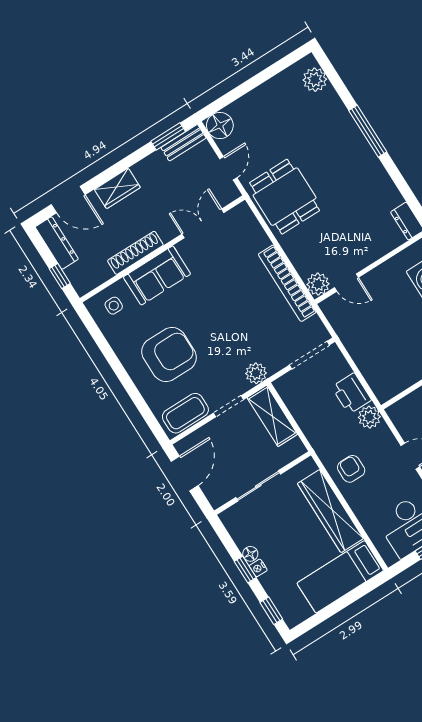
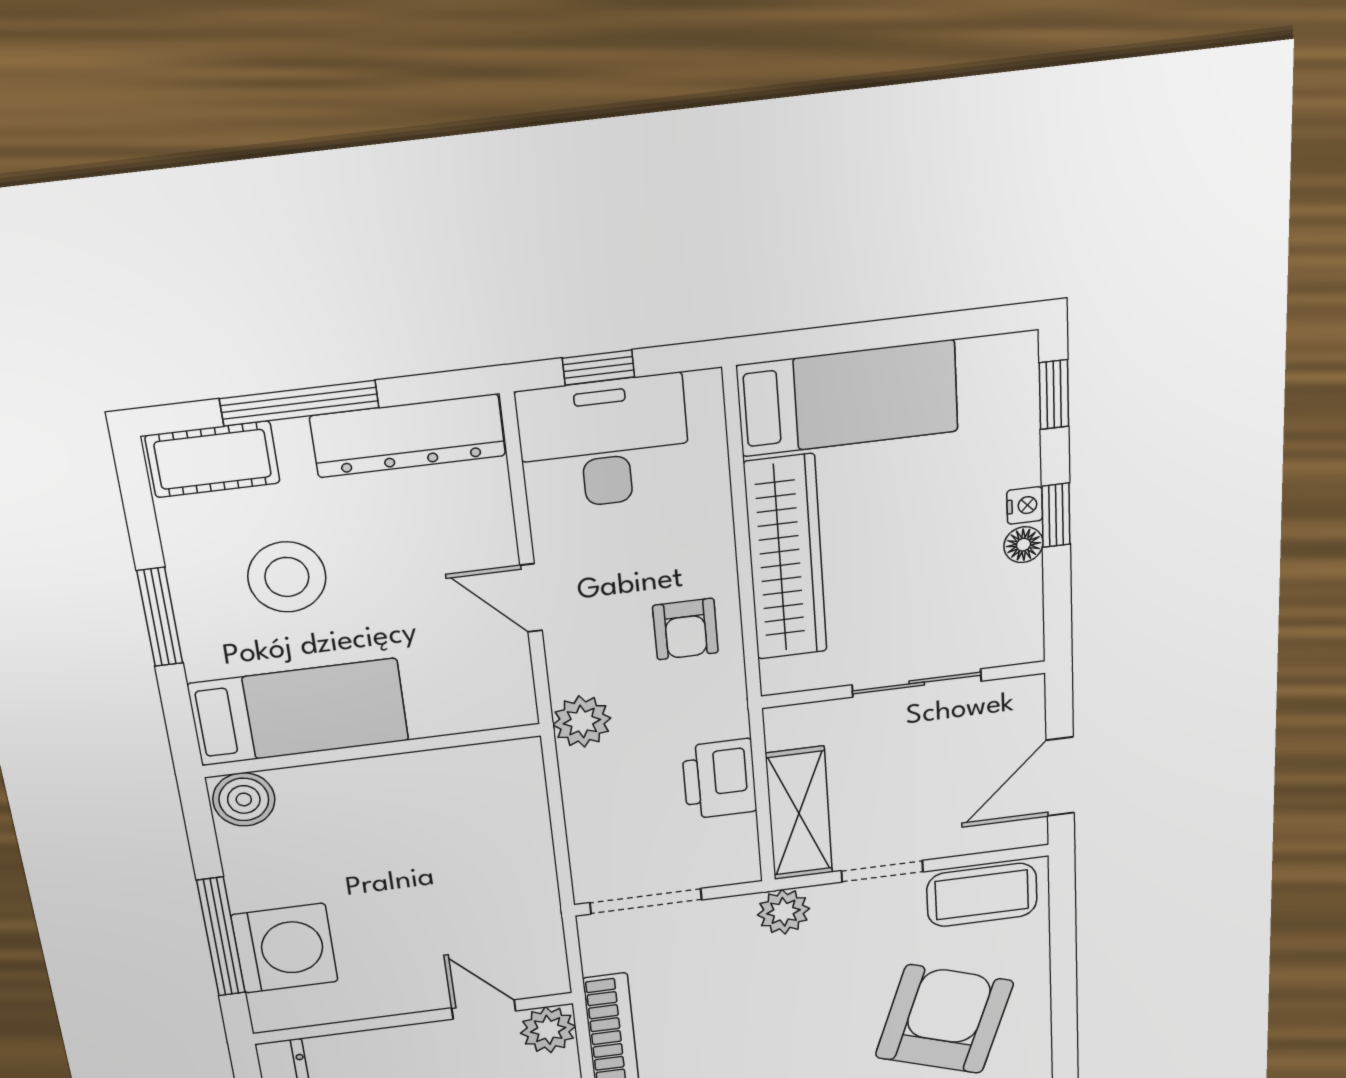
armchair: (169, 355) -> (944, 1019), turned 109
printer: (352, 393) -> (719, 779), moved, turned 180

